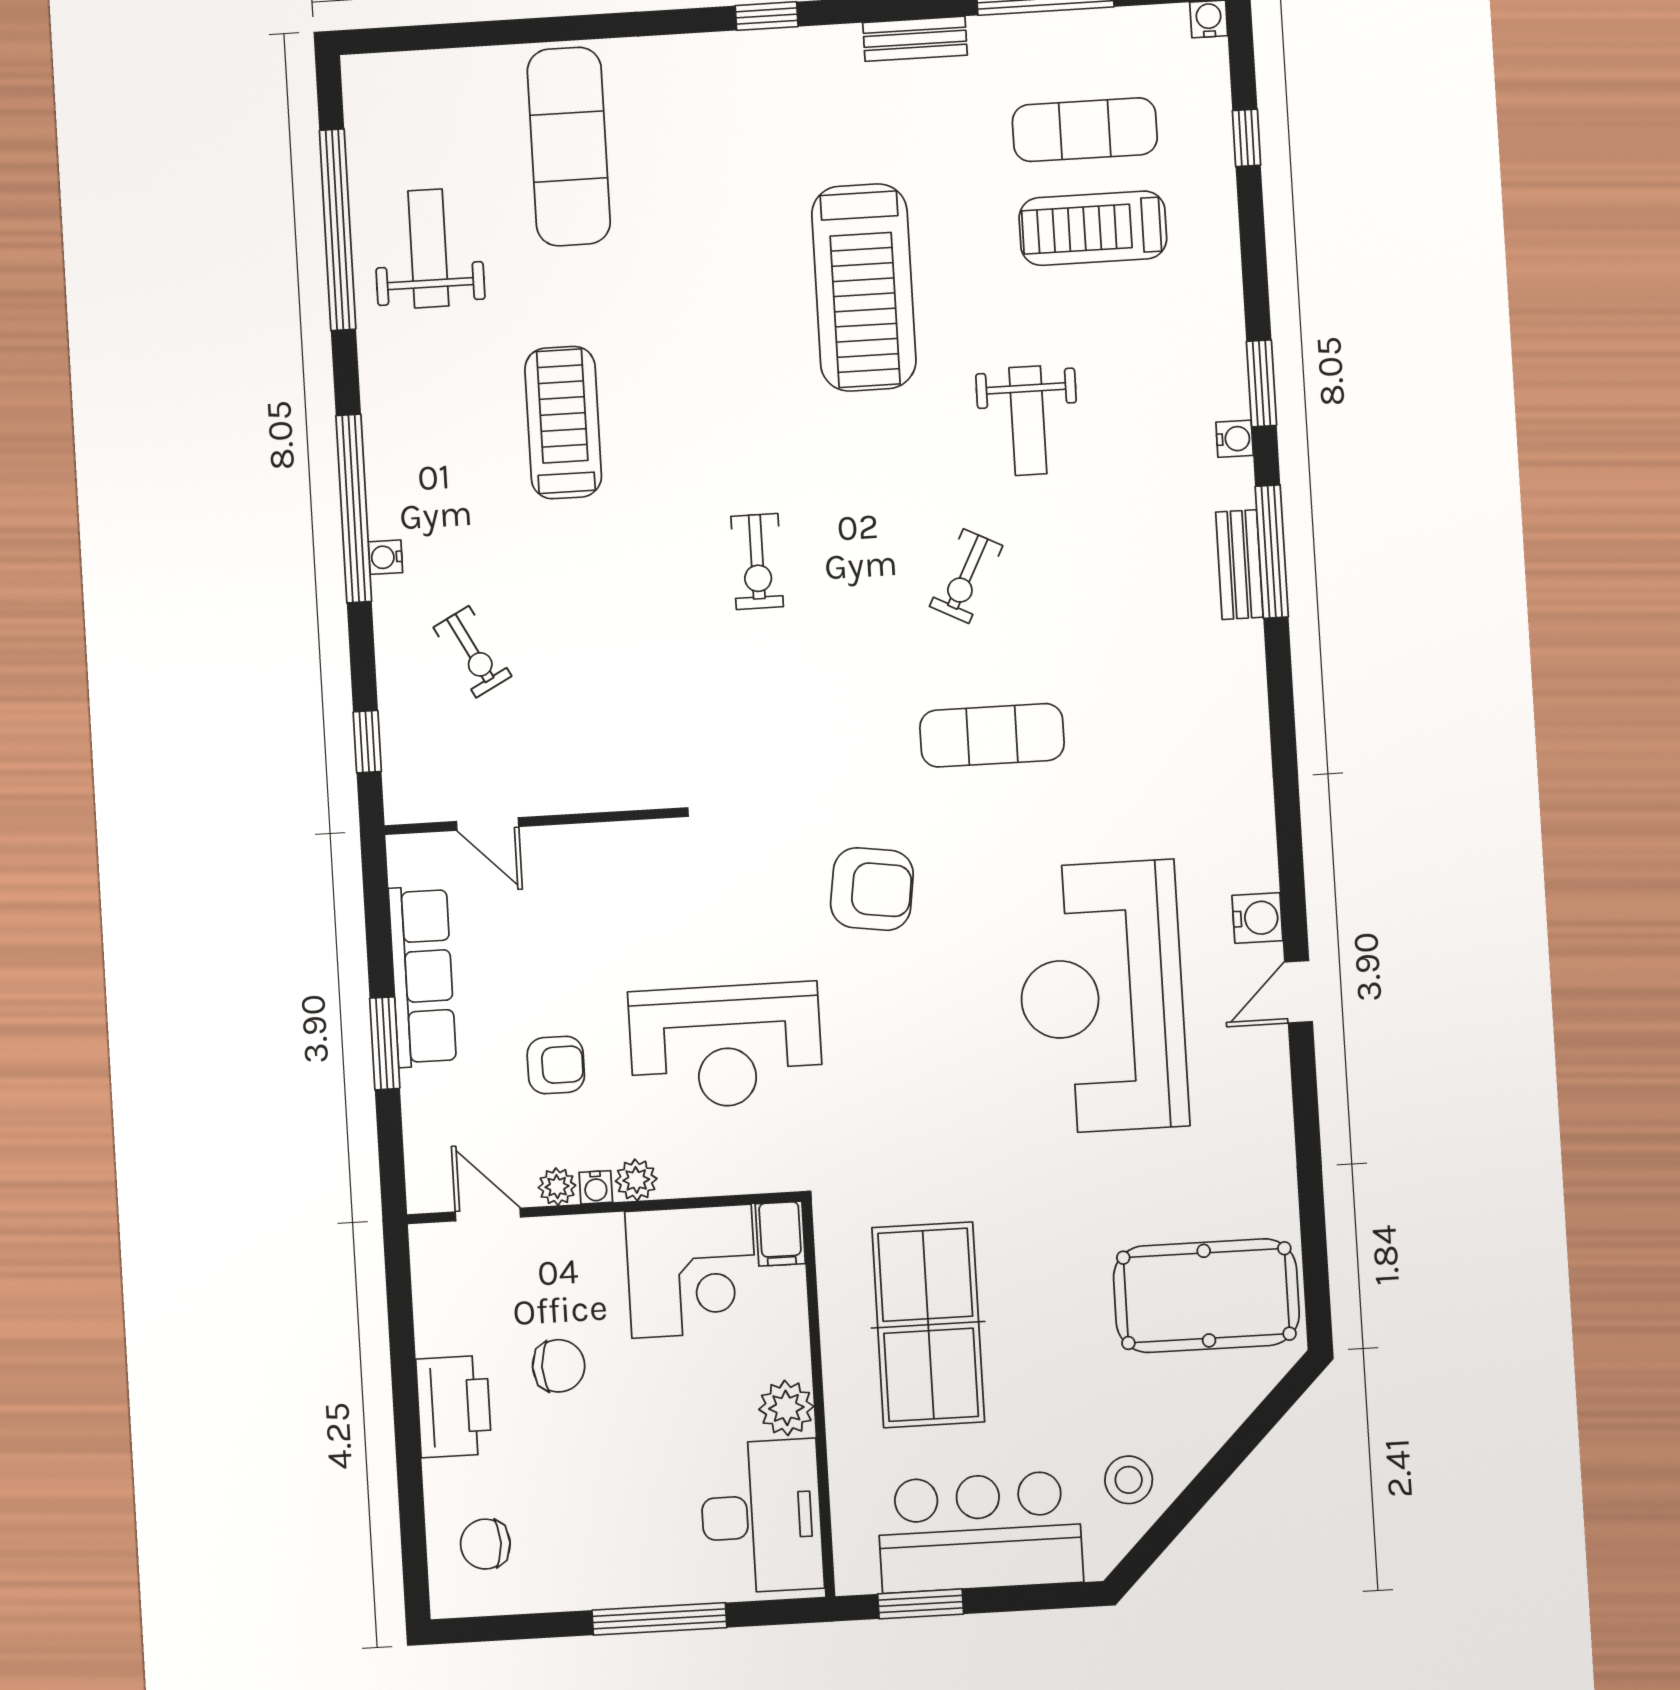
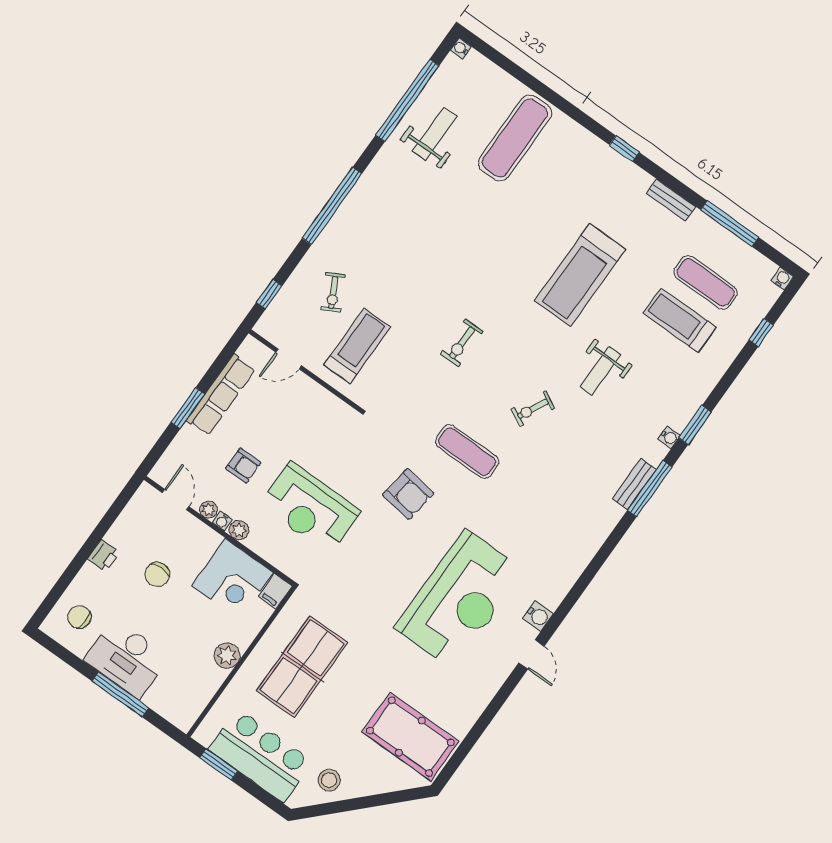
treadmill: (563, 423) -> (357, 346), moved
water cooler: (385, 557) -> (461, 48), moved
exercise mat: (992, 735) -> (467, 452), moved
door: (488, 824) -> (289, 359), hinge flipped
door: (1299, 992) -> (531, 654), swing flipped
reception desk: (1102, 997) -> (459, 599), turned 180
chair: (559, 1366) -> (157, 574), turned 90
printer: (454, 1406) -> (103, 556), width x0.53, depth x0.68
desk: (761, 1516) -> (127, 658), moved, turned 90

